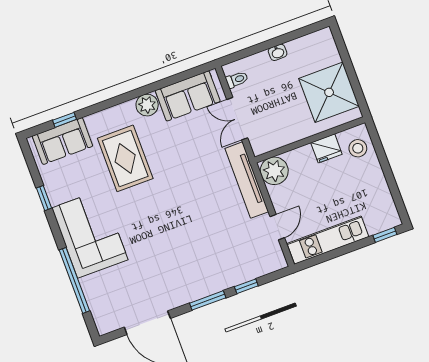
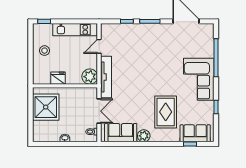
stool: (358, 148) -> (45, 51), moved

